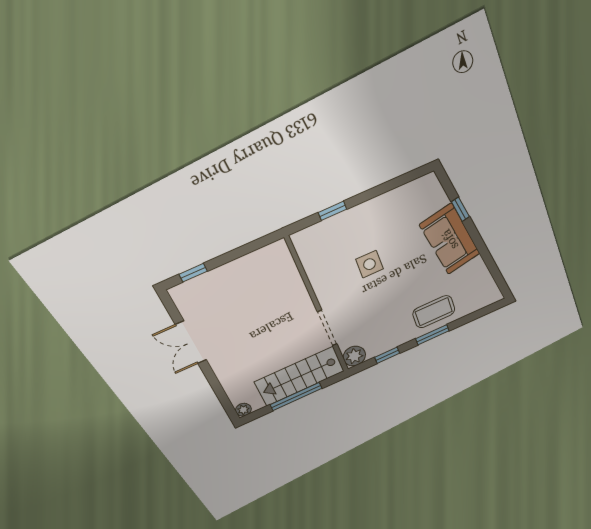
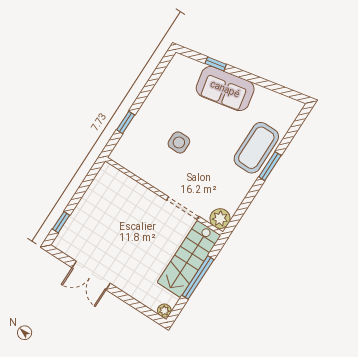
coffee table: (434, 312) -> (256, 148), width x1.36, depth x1.32
window: (387, 355) -> (246, 203), removed

